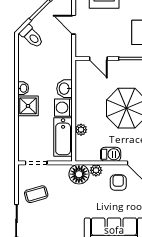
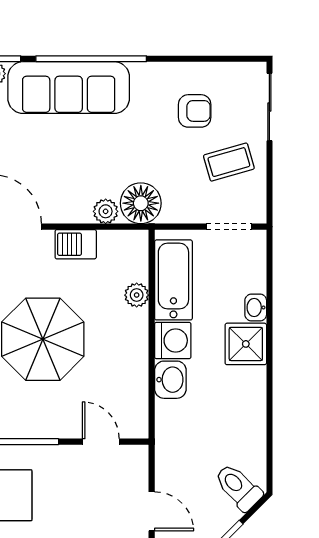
washbasin: (23, 88) -> (256, 308), moved
armchair: (118, 183) -> (195, 111), moved, turned -90

